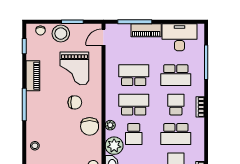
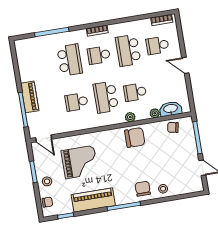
stool: (61, 34) -> (47, 181), width x0.53, depth x0.53
desk: (180, 37) -> (31, 63), removed
school desk: (134, 75) -> (77, 102), width x0.54
piano: (33, 76) -> (93, 200), width x1.37, depth x1.33
chair: (75, 102) -> (143, 189), moved
school desk: (134, 134) -> (135, 92), turned 180
school desk: (176, 134) -> (128, 50), turned 180
plant: (114, 146) -> (155, 113), width x0.53, depth x0.53

